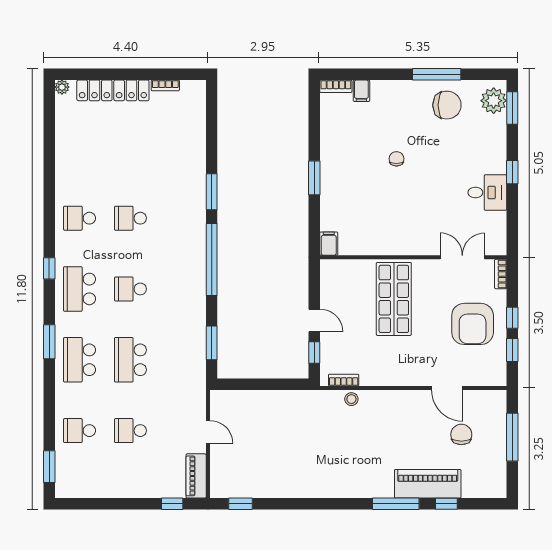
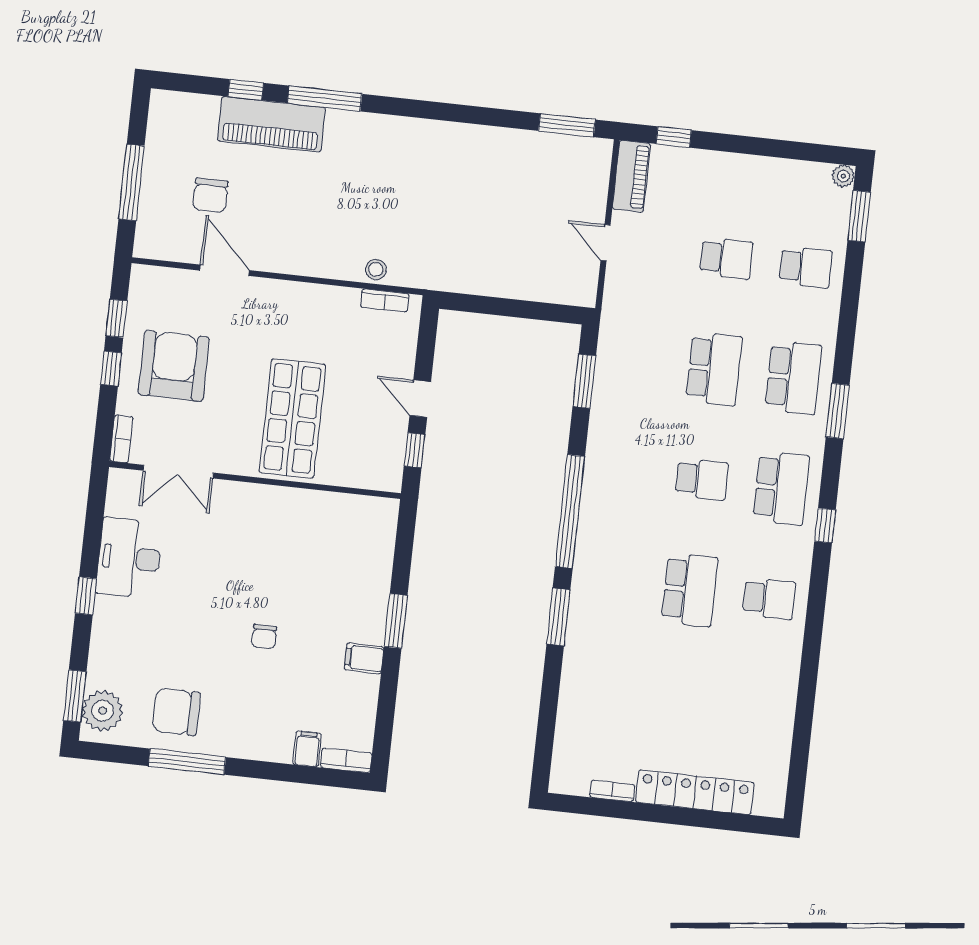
plant: (62, 87) -> (843, 176), moved
desk: (487, 192) -> (129, 558), width x1.37
school desk: (130, 218) -> (690, 590), width x1.85
filing cabinet: (329, 244) -> (364, 658), moved, turned 90
window: (314, 352) -> (415, 450), moved
window: (241, 504) -> (567, 125), width x1.50

